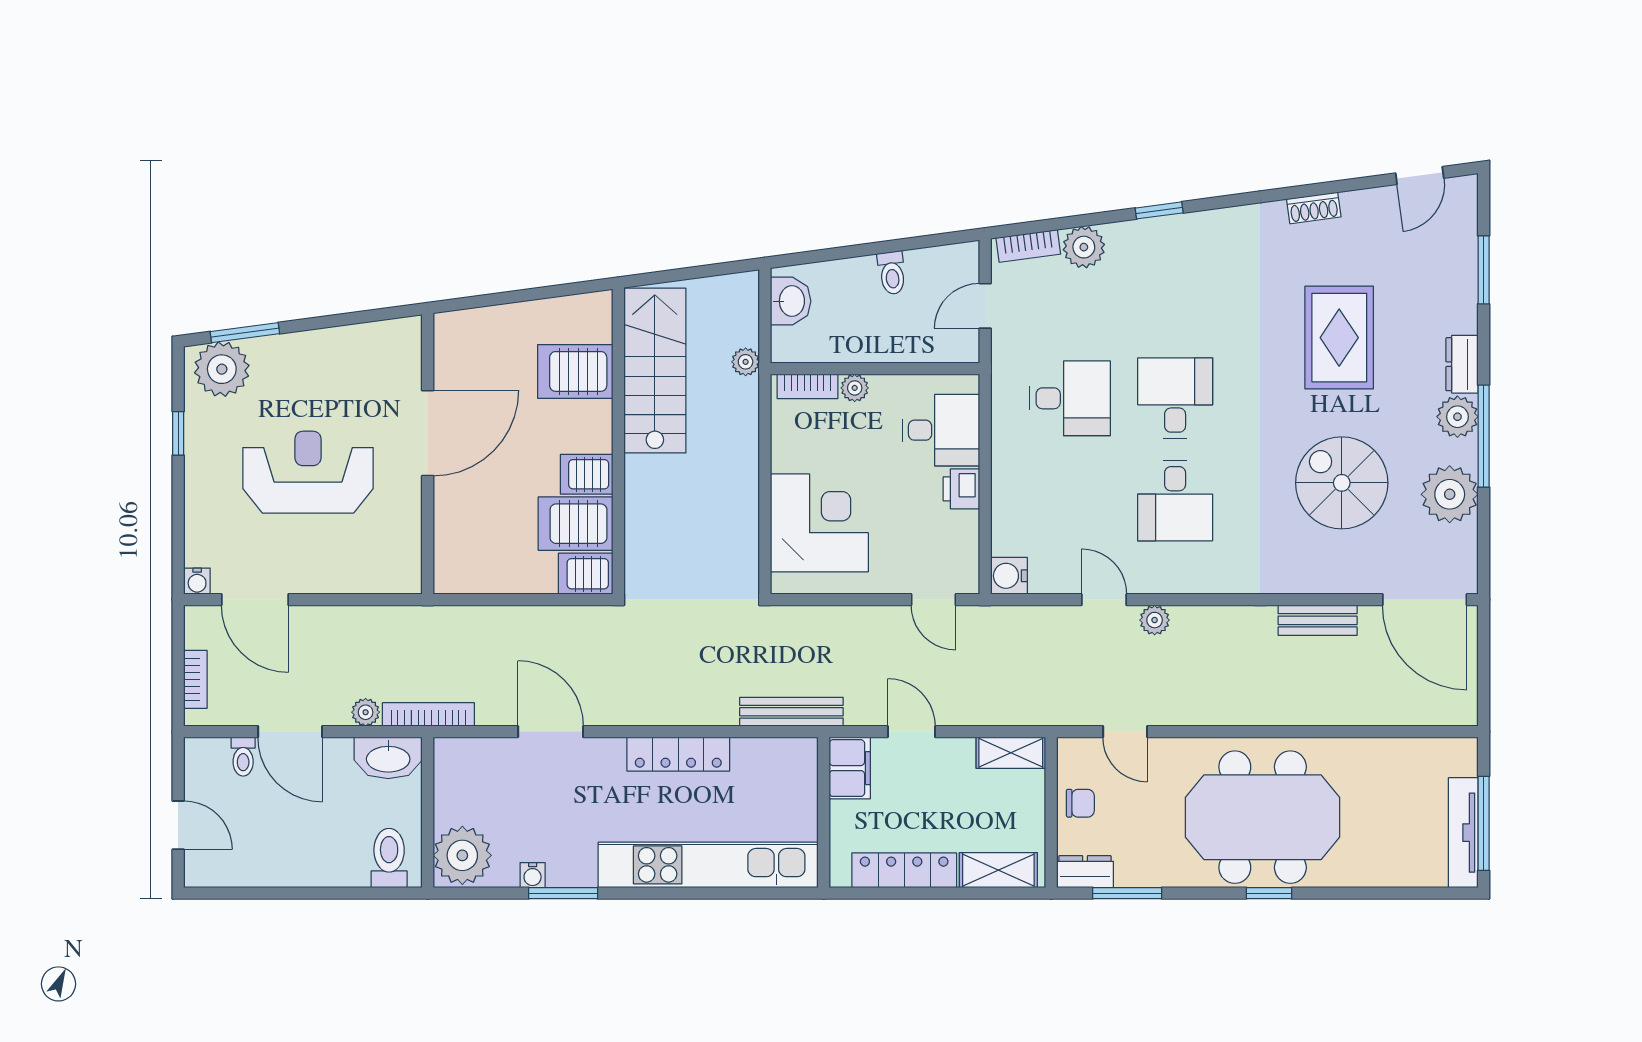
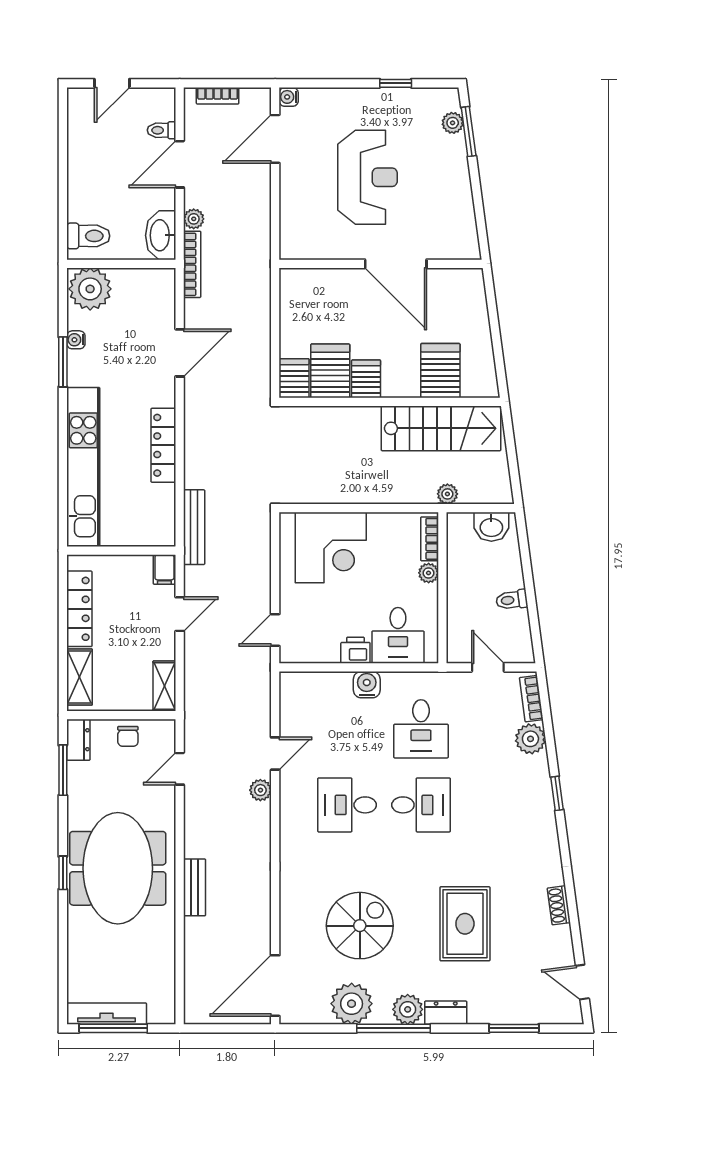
rug: (1339, 338) -> (465, 924), turned 90
plant: (222, 369) -> (453, 123), width x0.53, depth x0.53
water cooler: (1009, 576) -> (367, 685), moved
bench: (1318, 620) -> (195, 887), moved
filing cabinet: (850, 768) -> (164, 569), width x0.50

